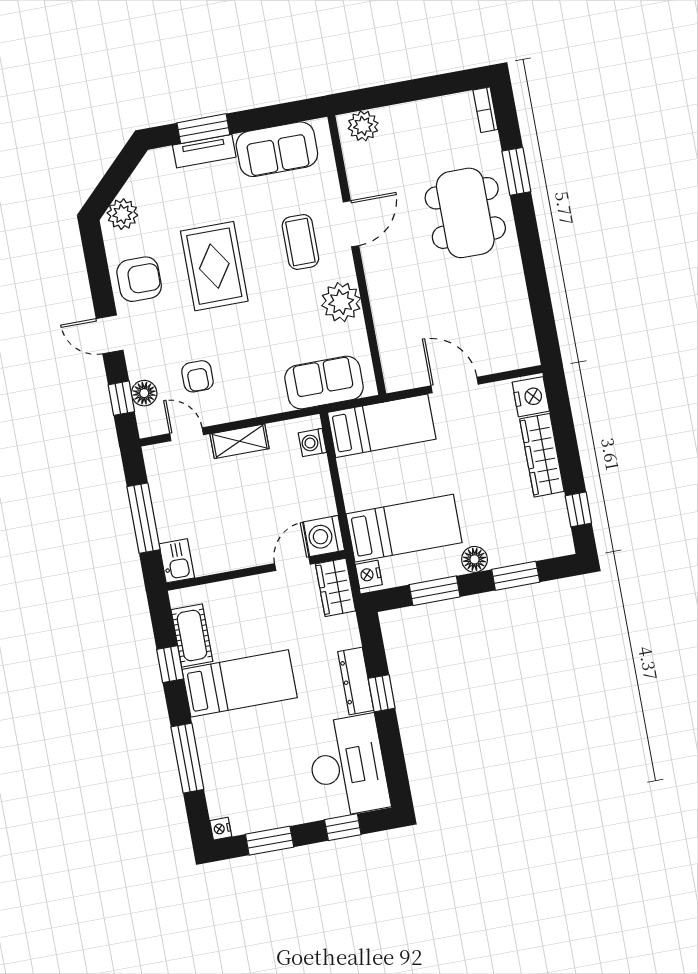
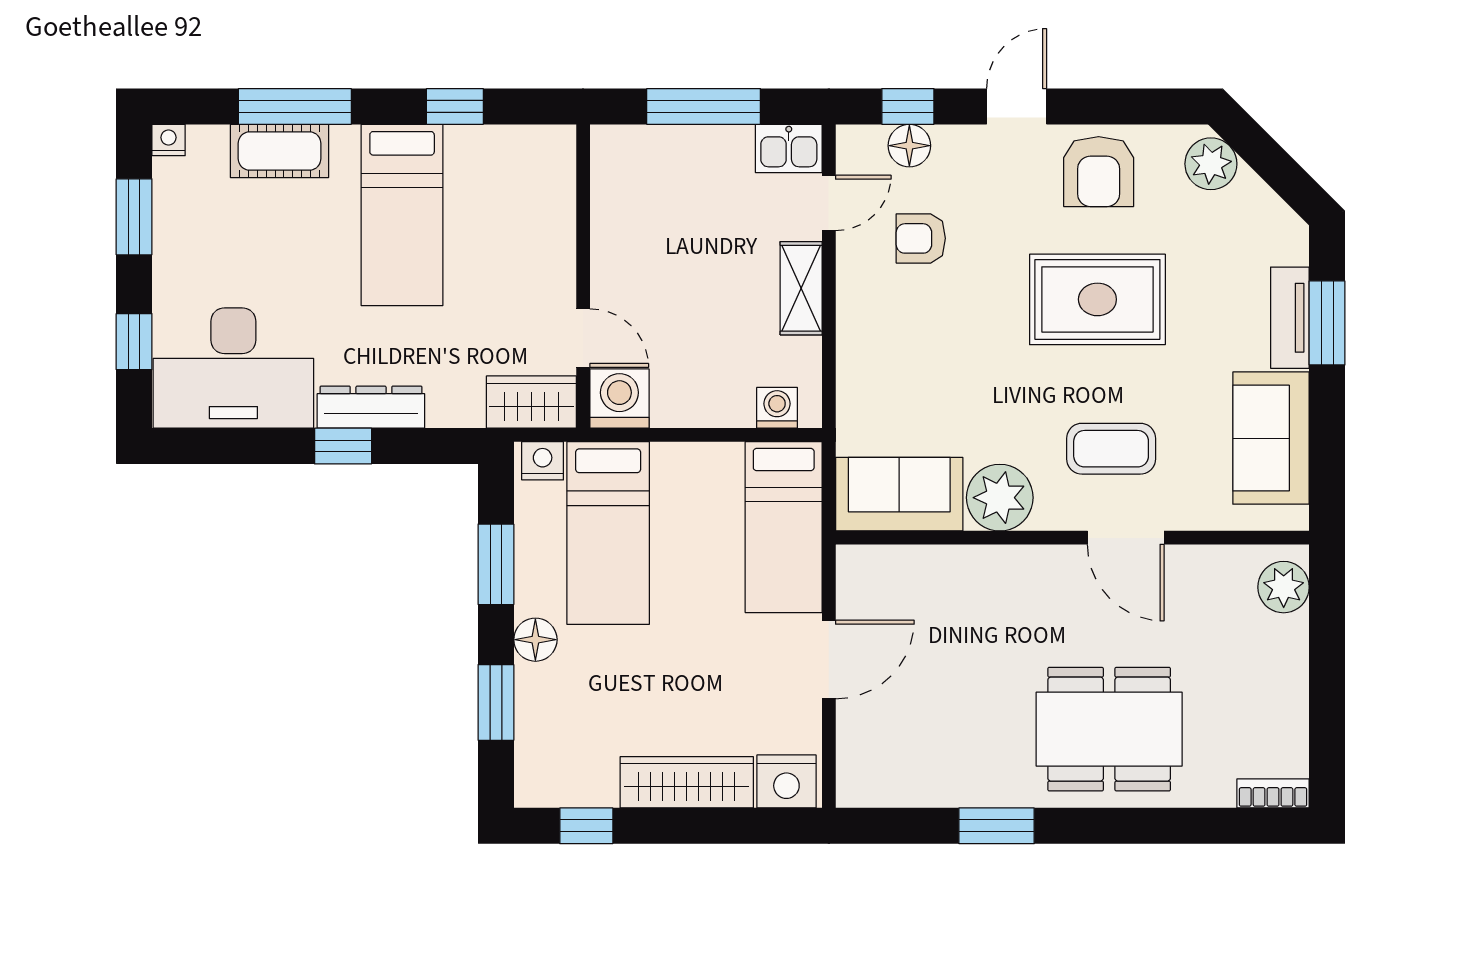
window: (516, 171) -> (997, 826), moved
sofa: (324, 383) -> (899, 494), moved, turned -90
kitchen sink: (177, 561) -> (789, 148), moved
cot: (192, 635) -> (280, 151), moved

